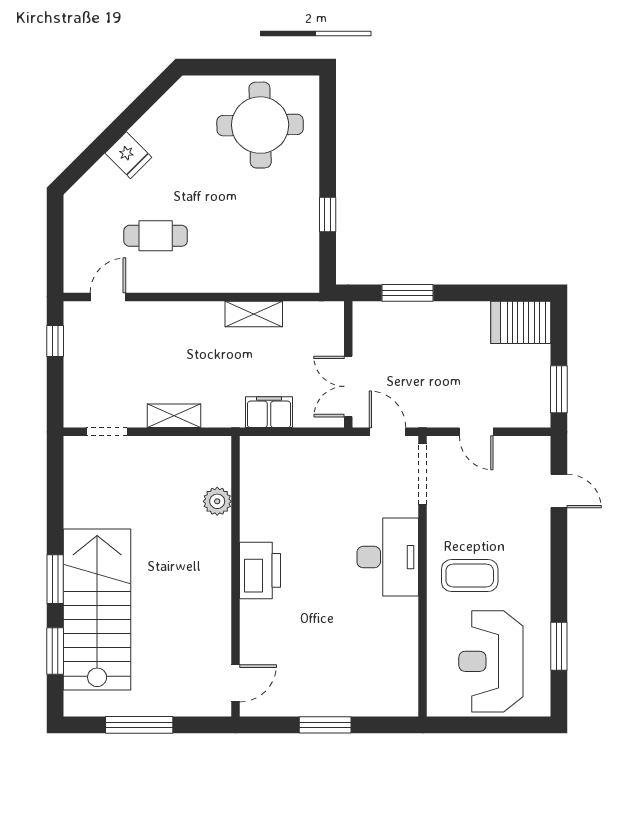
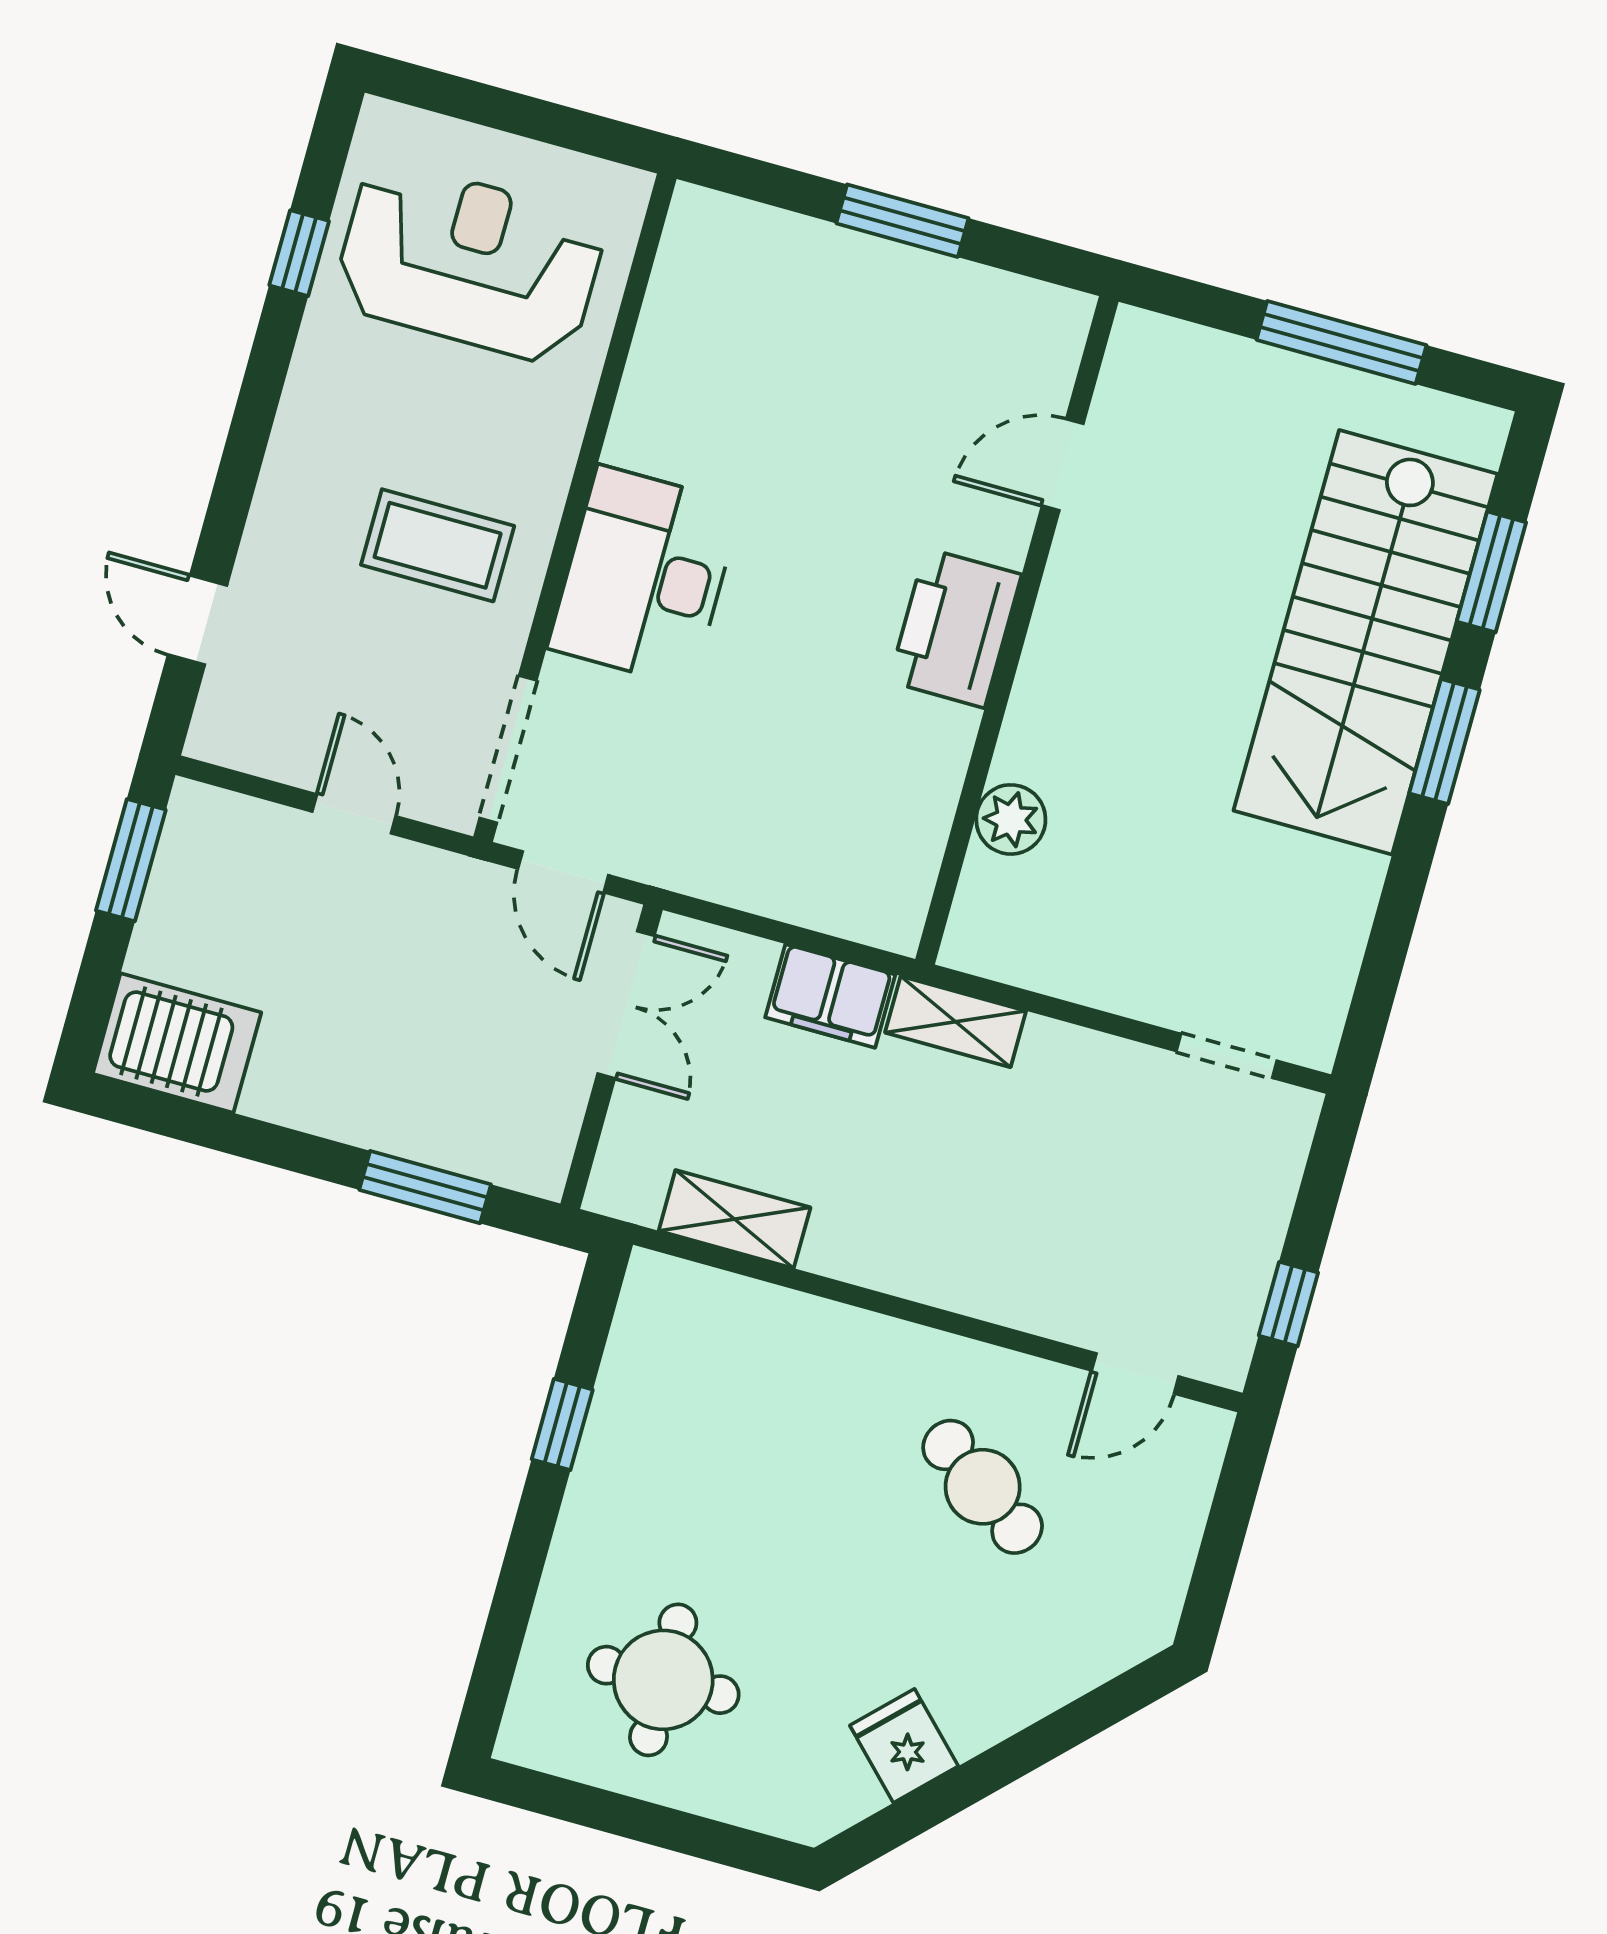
round table: (260, 125) -> (663, 1680), width x0.73, depth x0.73
fridge: (128, 155) -> (904, 1746), moved
cafe table: (156, 236) -> (983, 1487), turned 35
shelving: (254, 314) -> (735, 1219), moved
shelving: (174, 416) -> (956, 1022), moved
coffee table: (470, 576) -> (438, 545), moved
window: (559, 646) -> (299, 253), width x0.67
reception desk: (491, 661) -> (469, 262), turned -90
door: (235, 683) -> (1063, 465), moved

